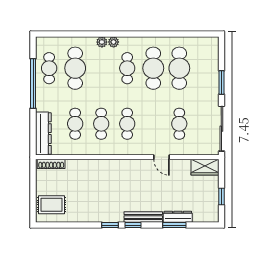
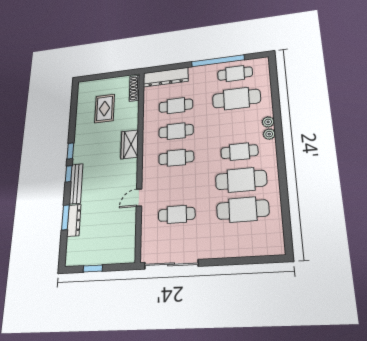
window: (221, 82) -> (228, 261), removed
wardrobe: (205, 167) -> (130, 144), moved
rug: (51, 205) -> (105, 108), moved

